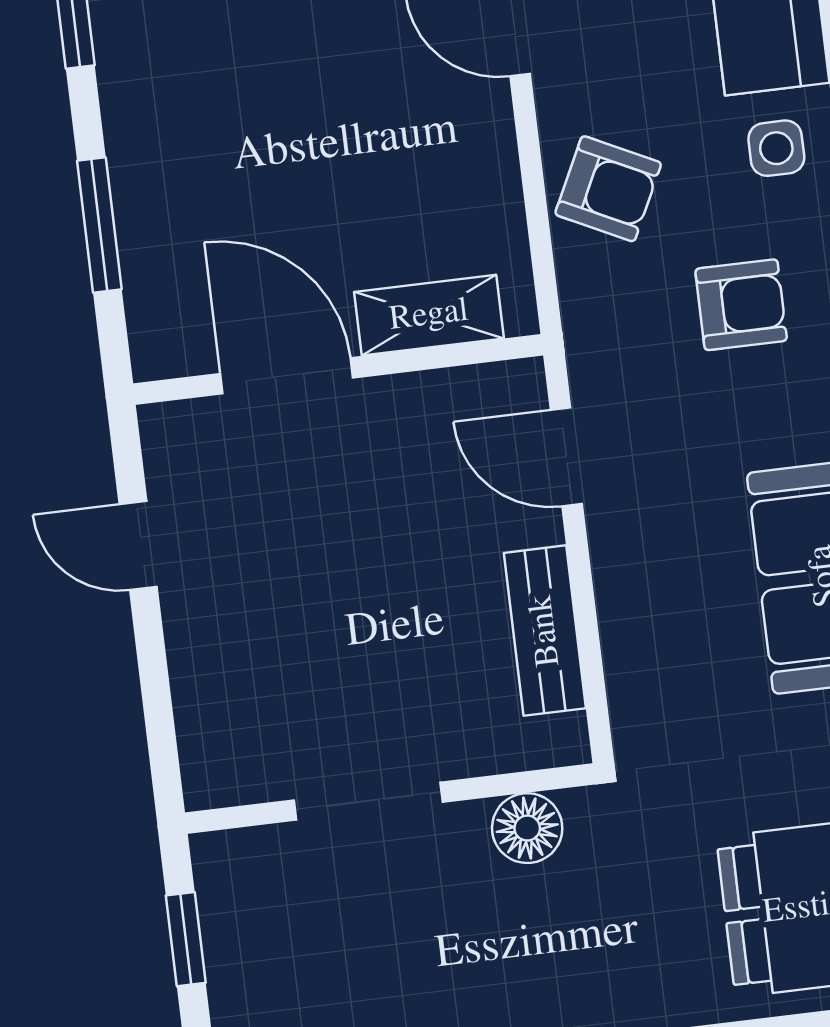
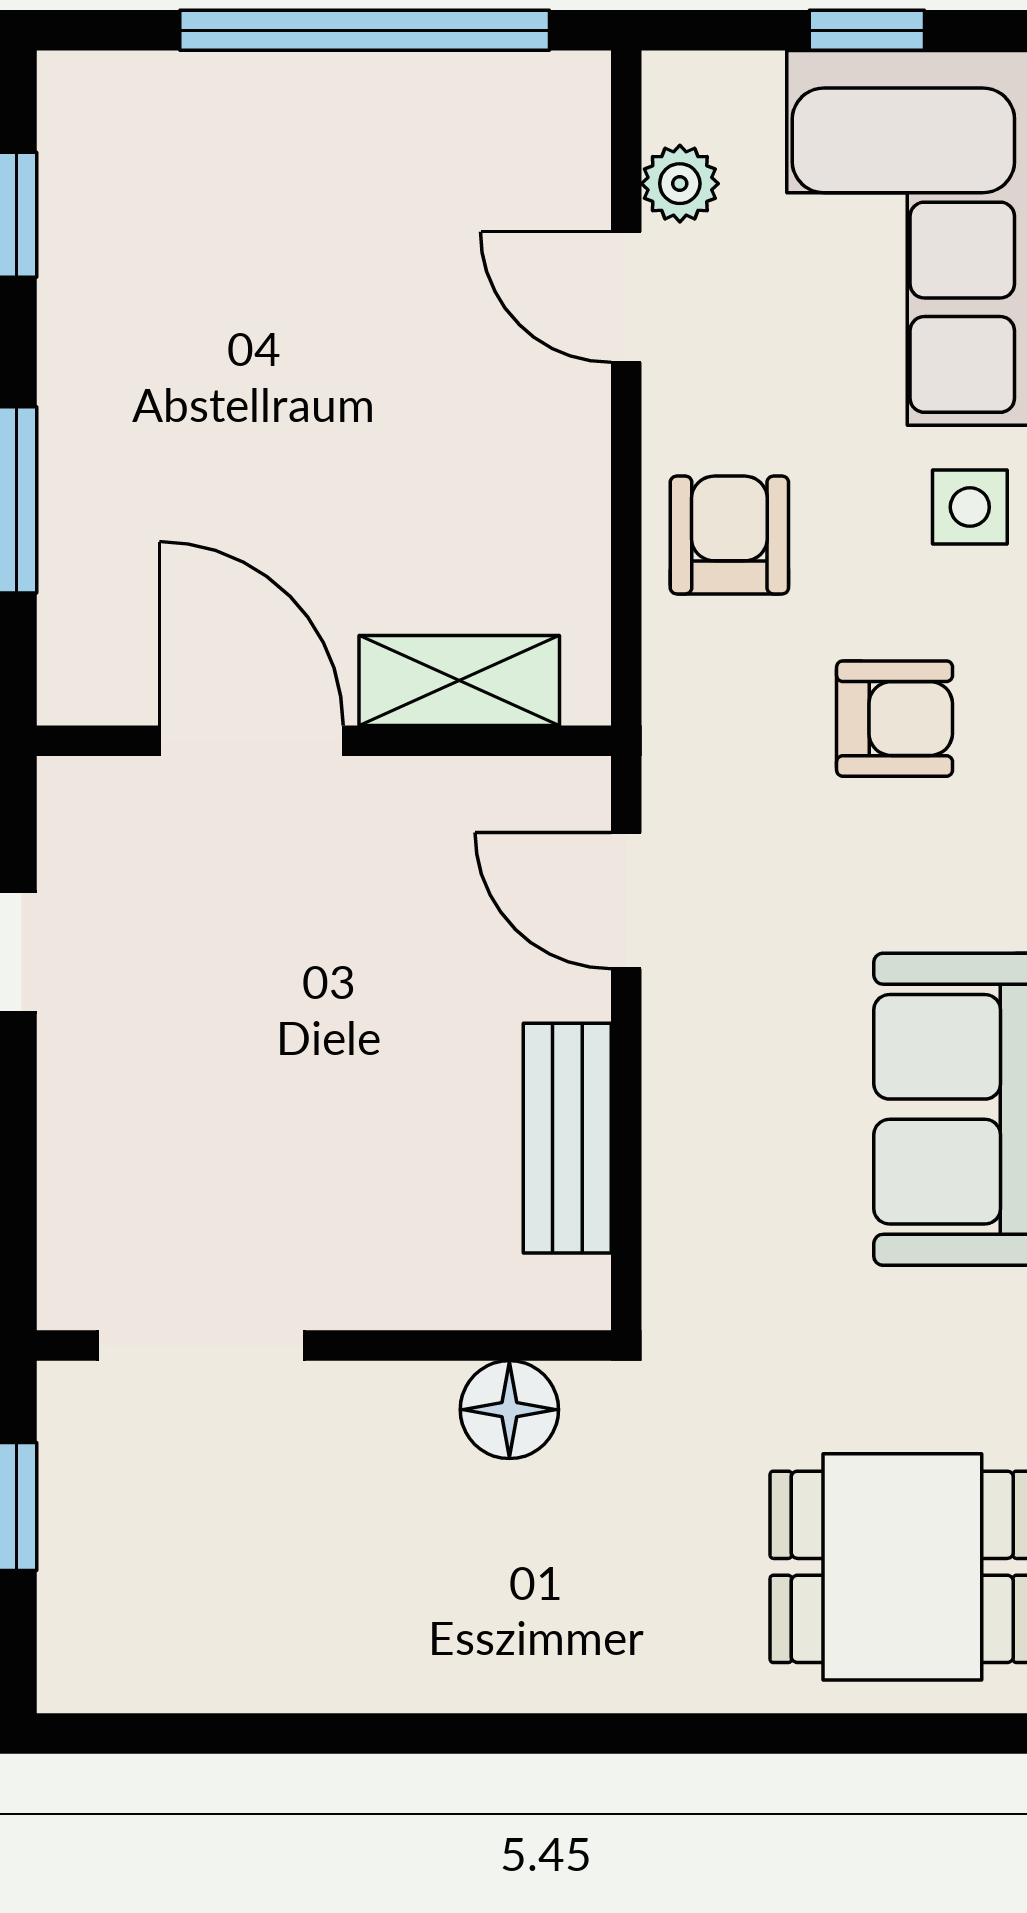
armchair: (608, 189) -> (729, 535), turned -116
doorway: (368, 801) -> (201, 1345), moved

